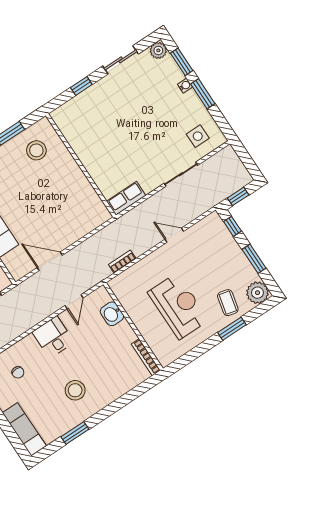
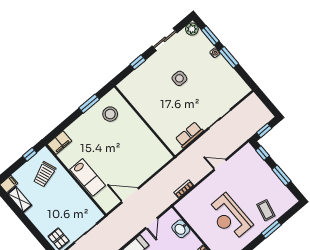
side table: (198, 136) -> (179, 78), moved
row of seats: (126, 198) -> (189, 135), moved
plant: (257, 293) -> (287, 200), removed
reception desk: (178, 306) -> (229, 217), turned 180

